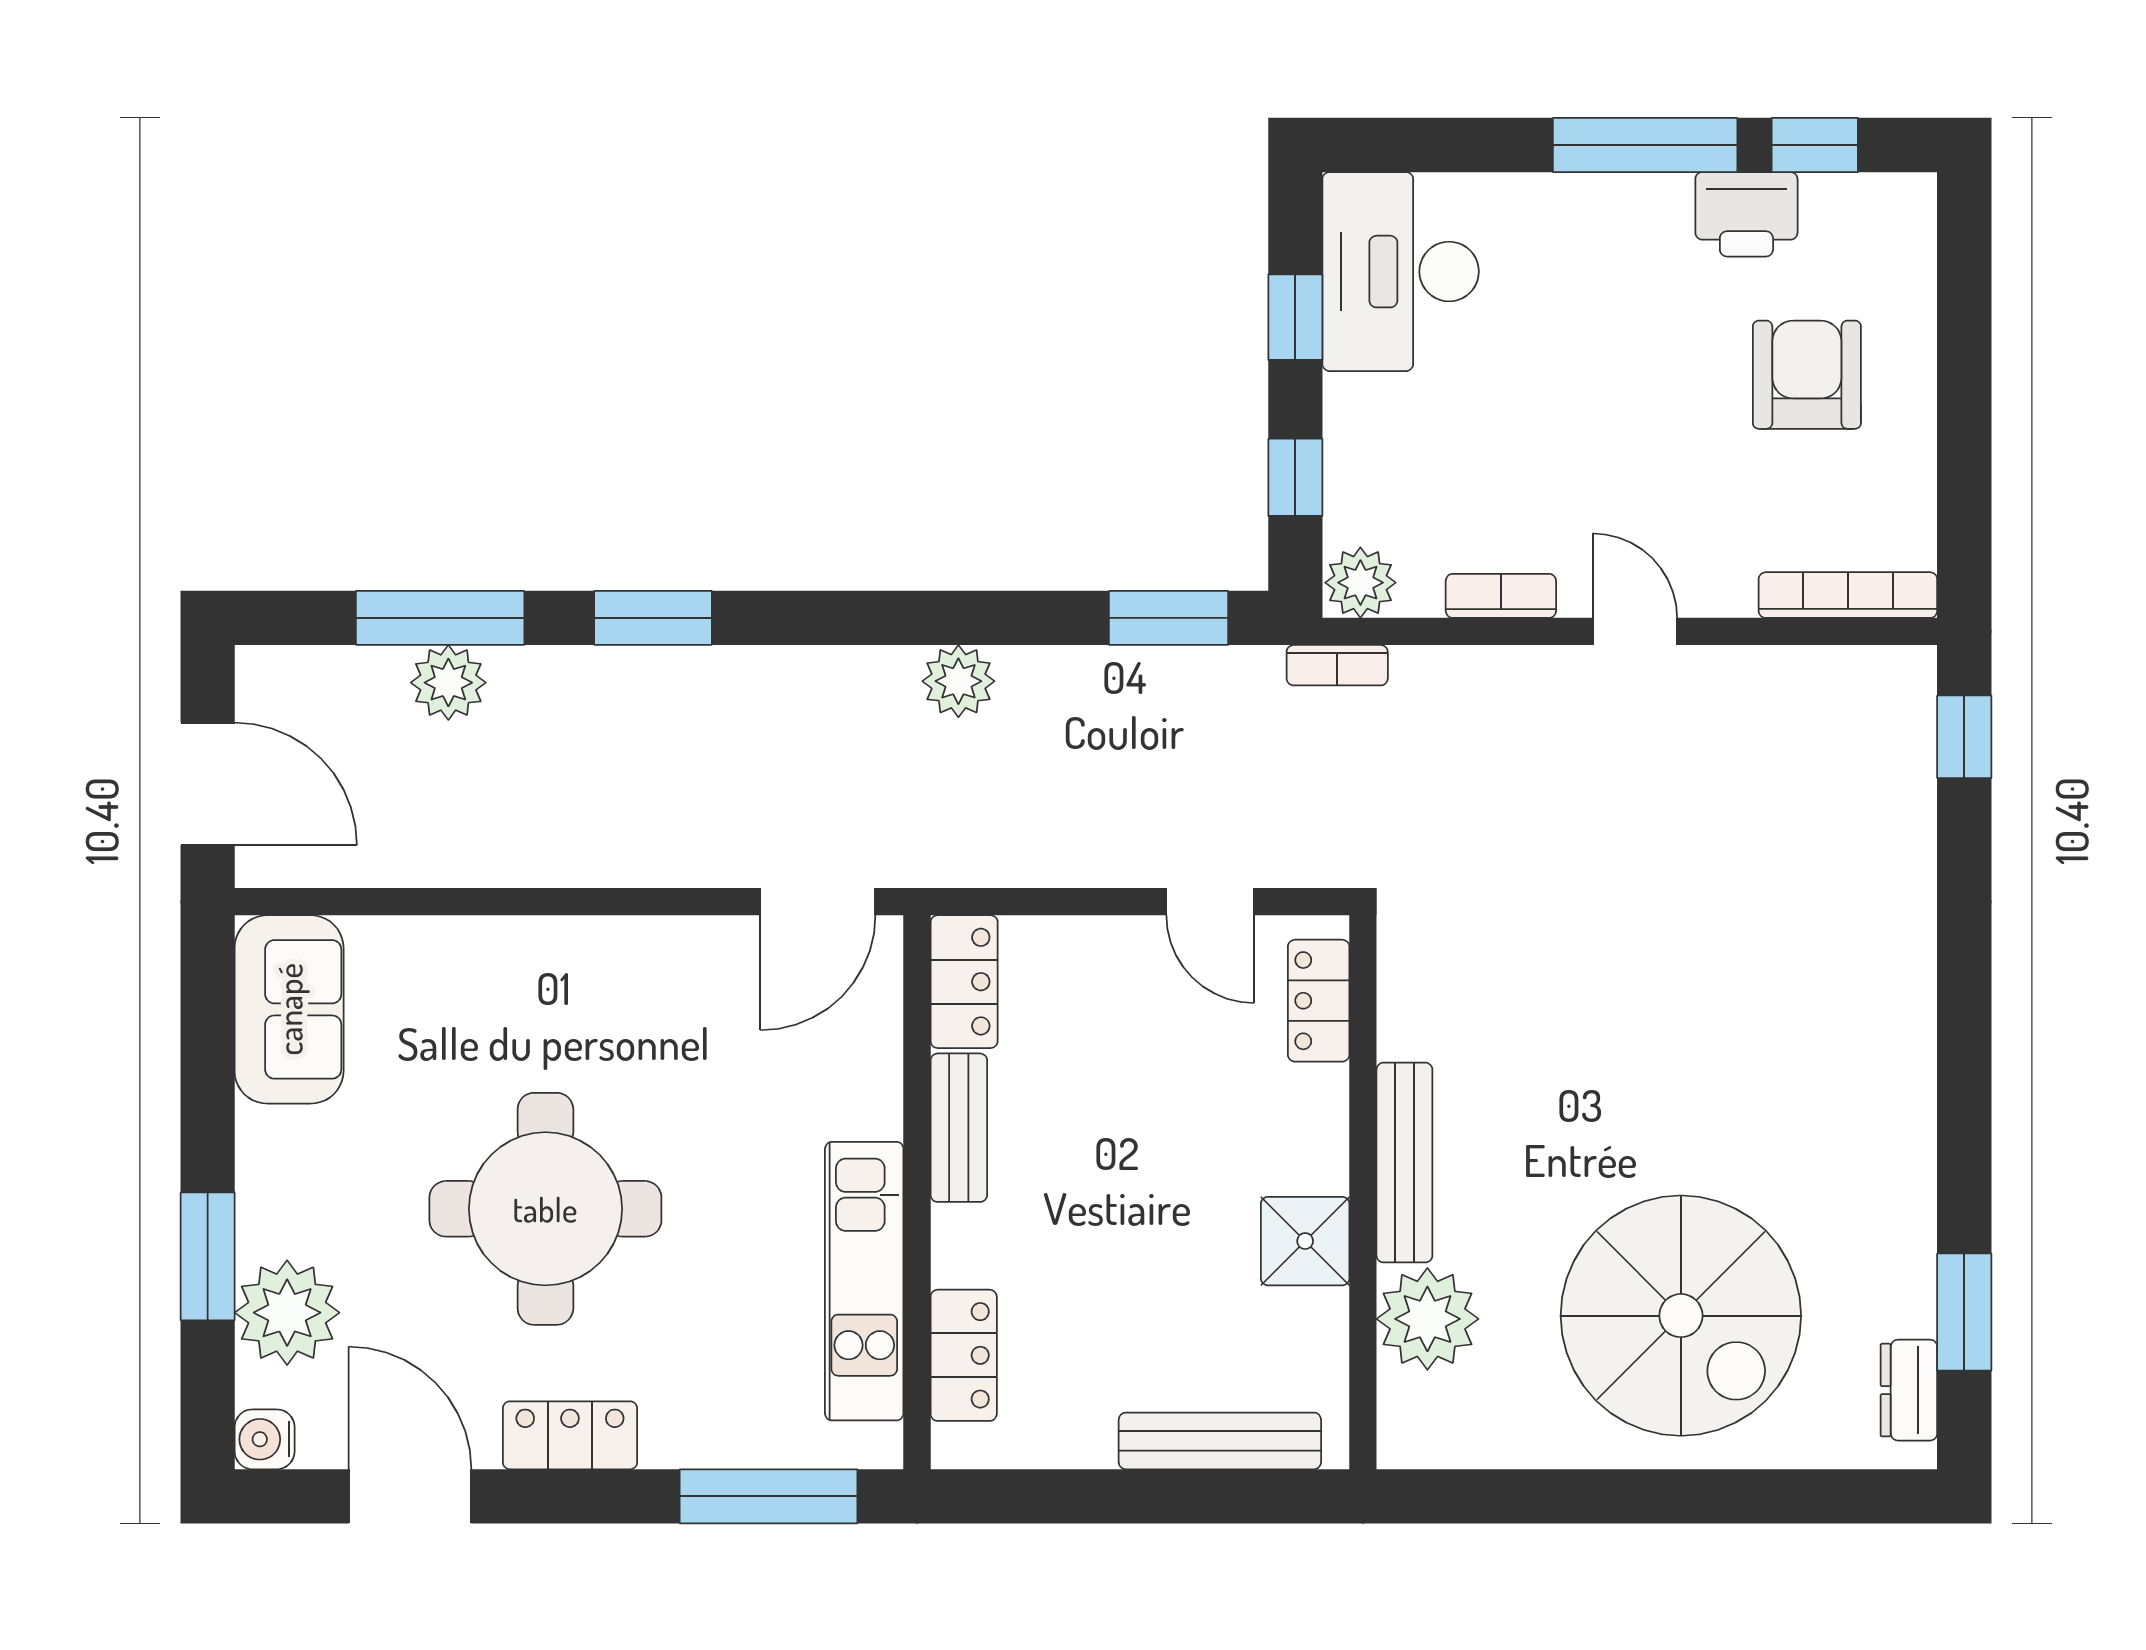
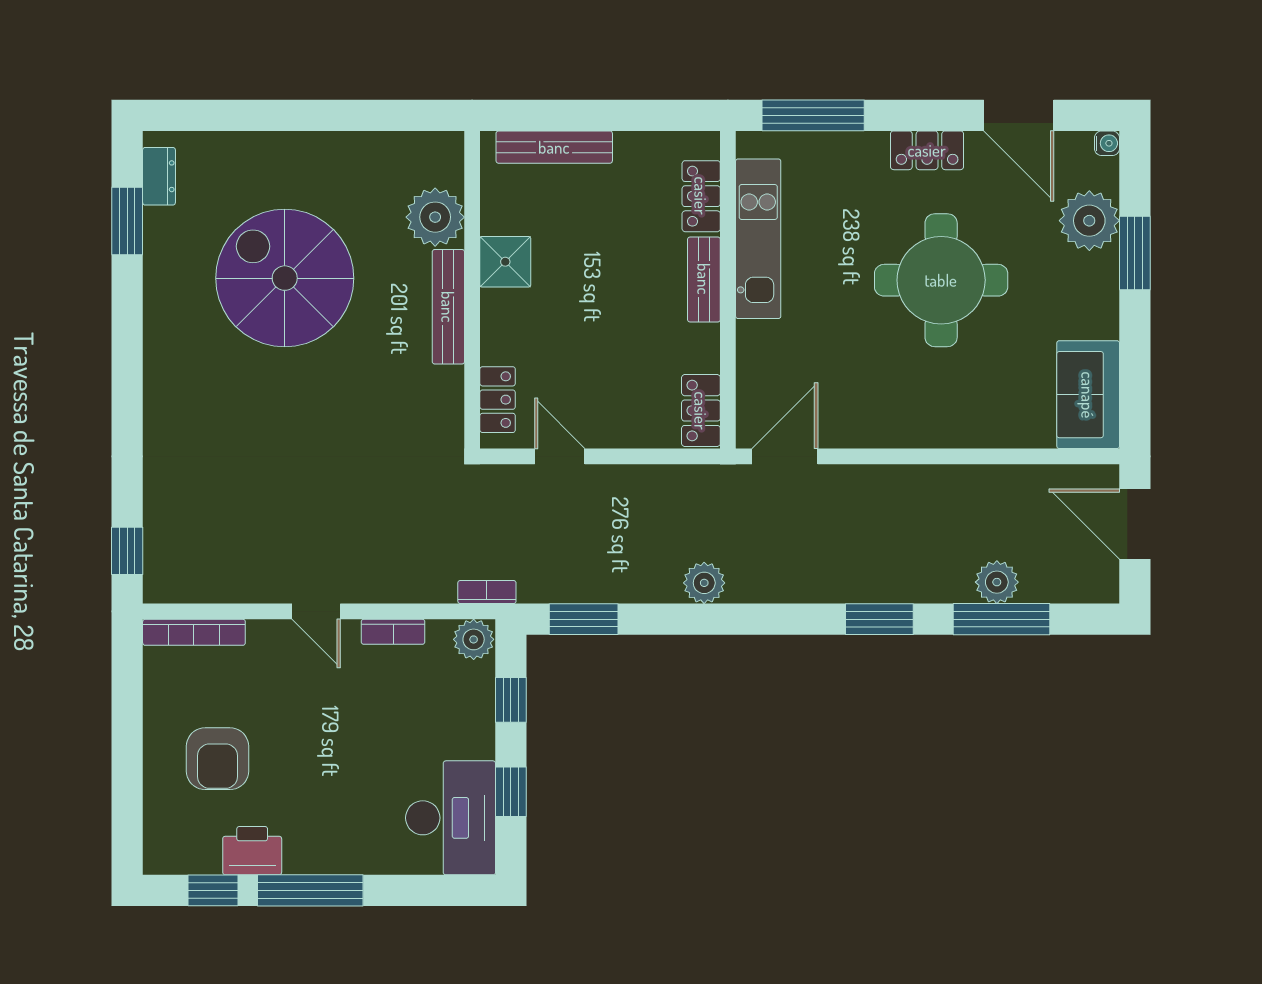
bench: (959, 1128) -> (704, 279), moved
spiral stairs: (1681, 1316) -> (285, 278), moved
water cooler: (265, 1439) -> (1107, 143), width x0.72, depth x0.72

